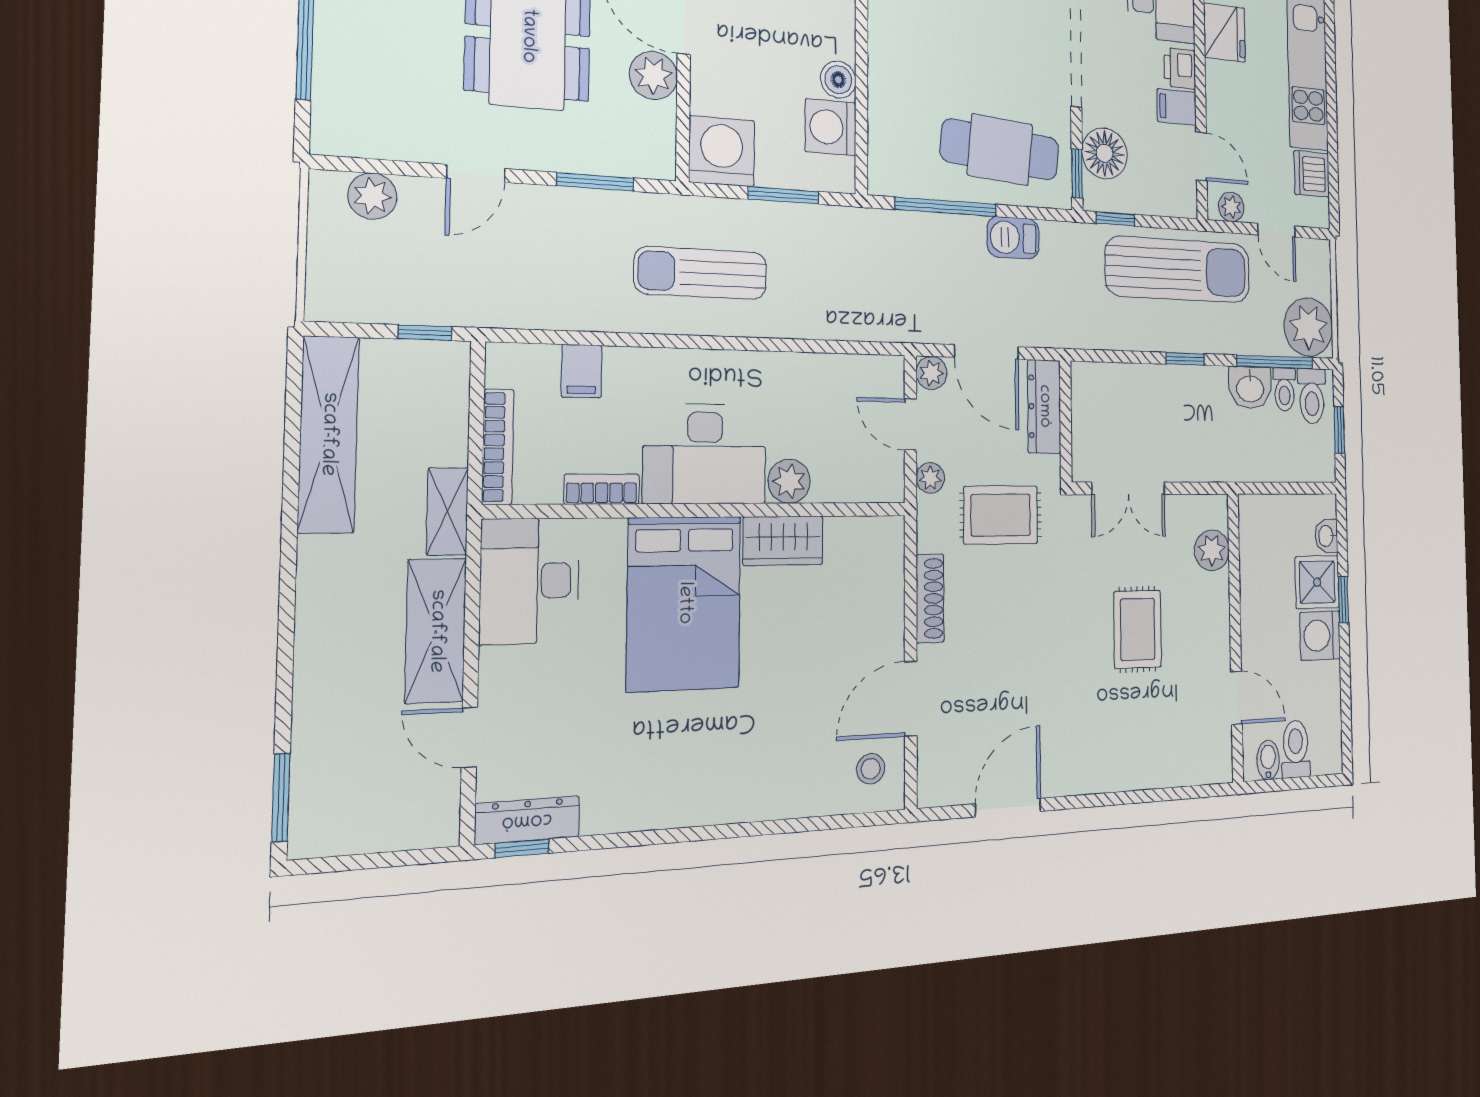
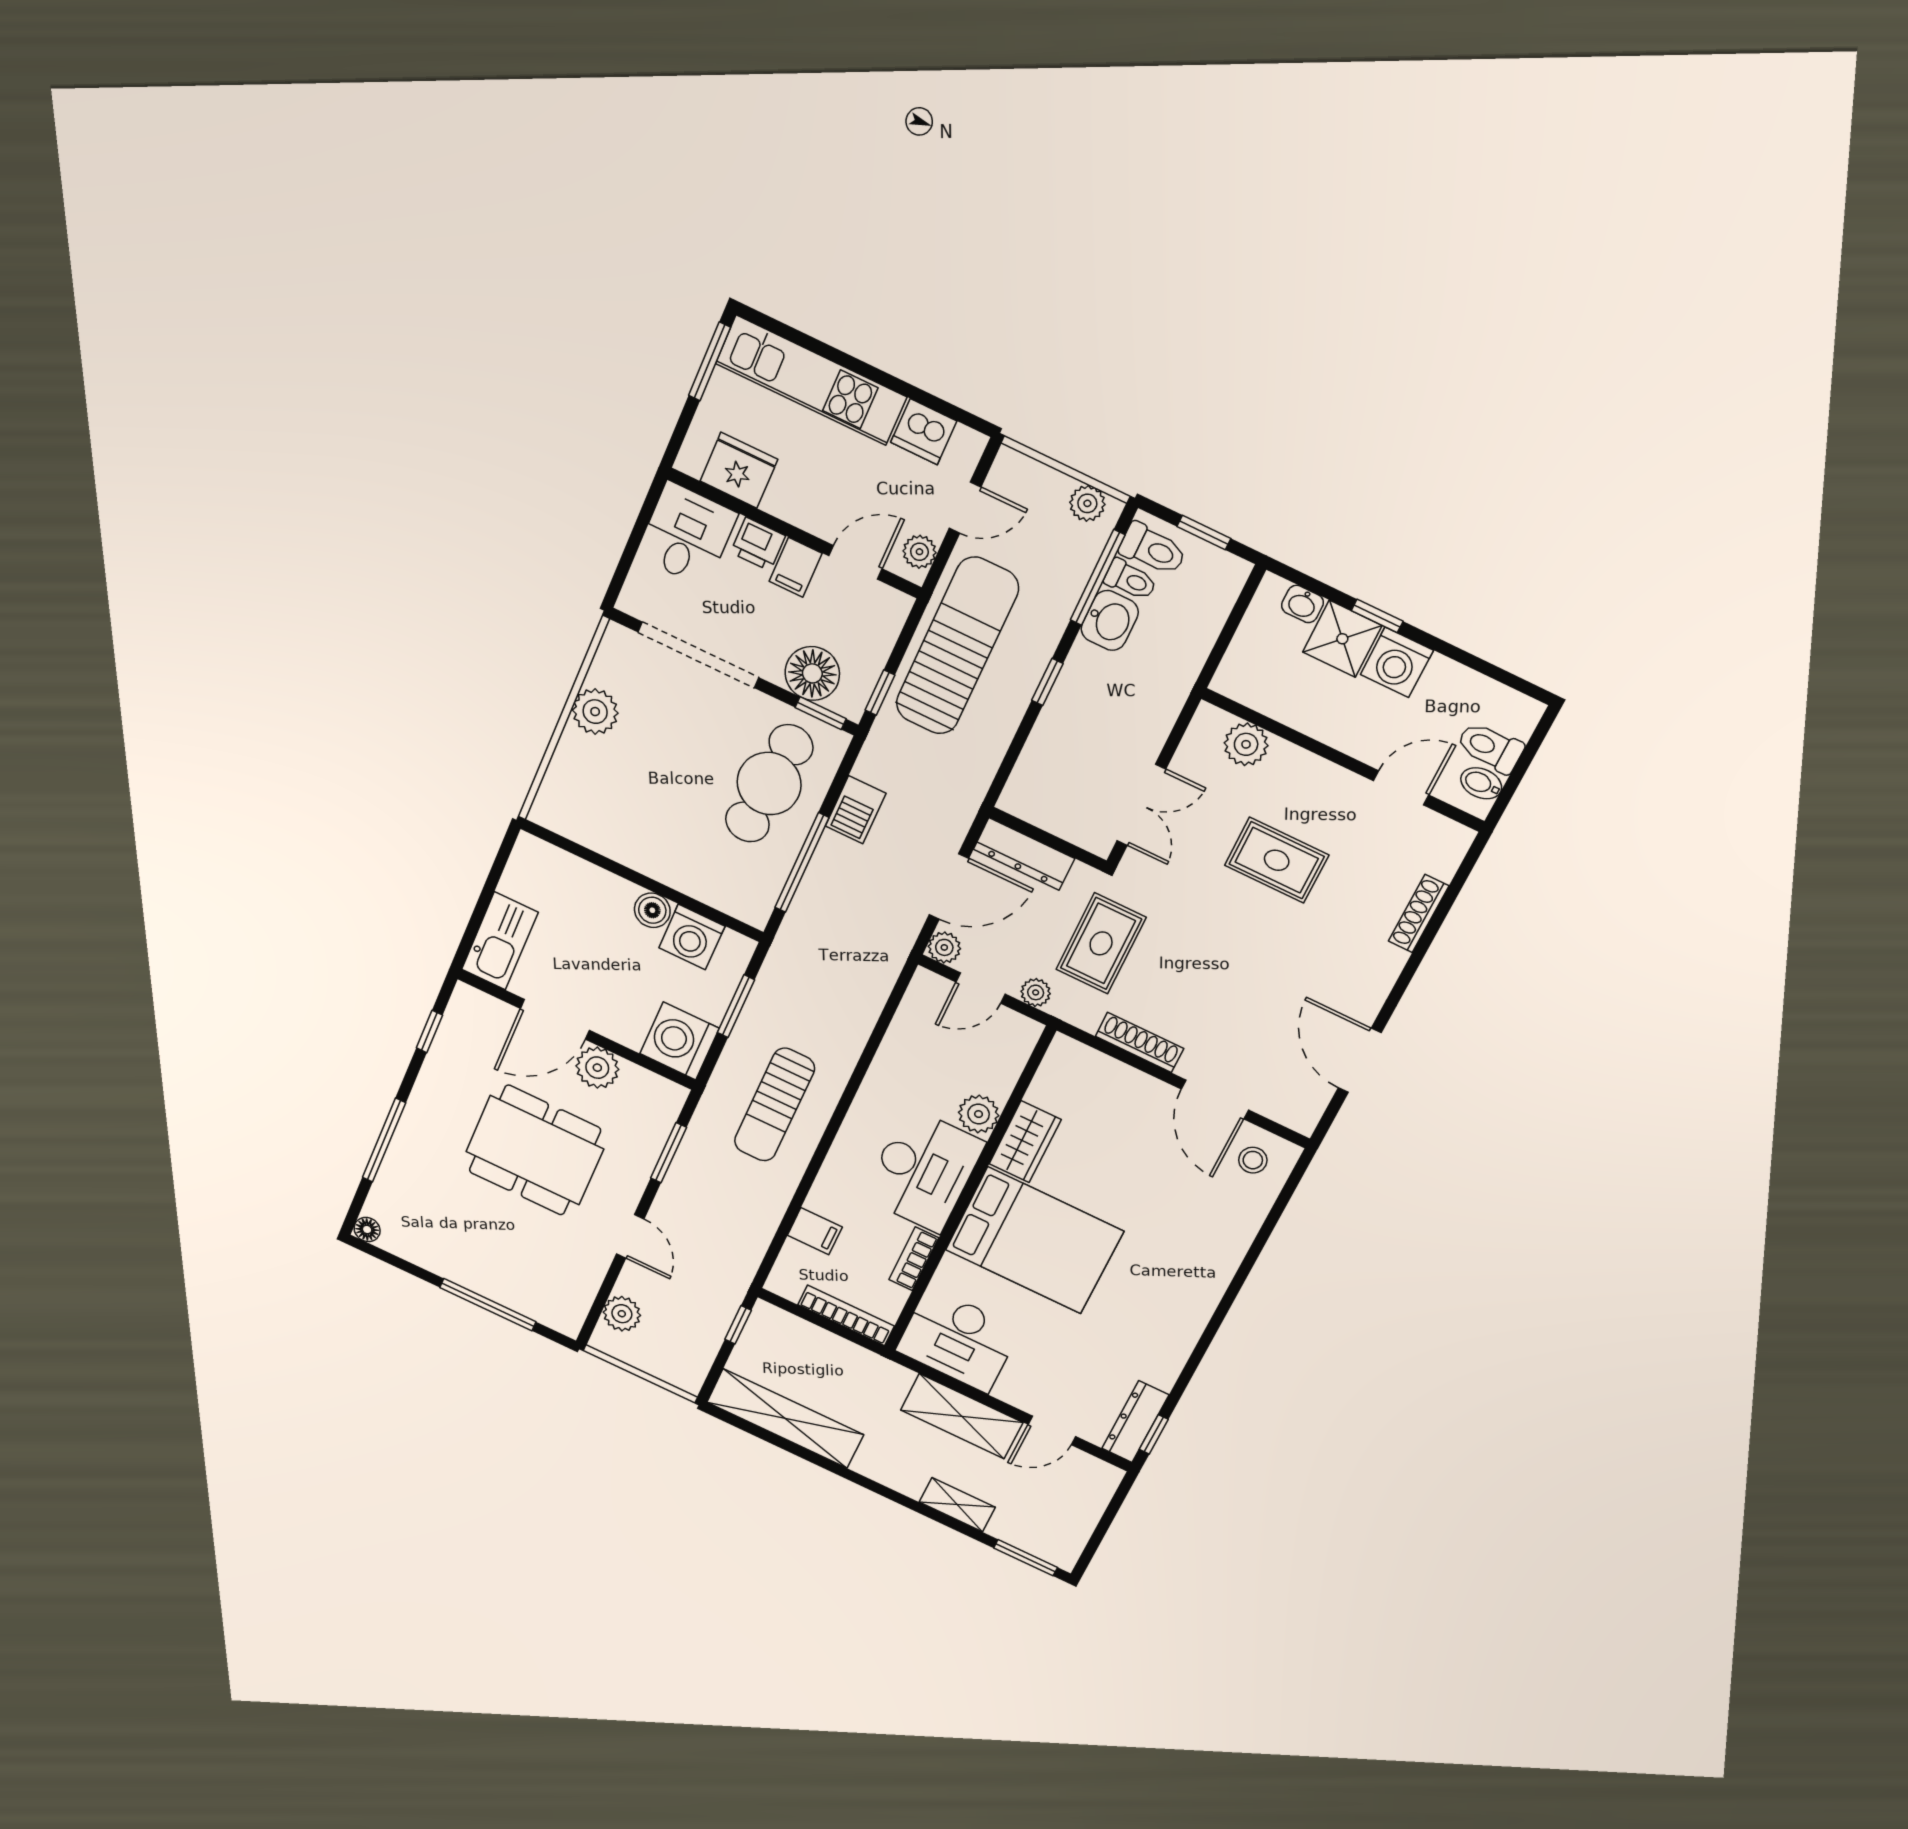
plant: (1308, 327) -> (1087, 503), width x0.53, depth x0.53
shelving: (447, 511) -> (957, 1505), moved
shoe rack: (1151, 776) -> (1419, 913), added

